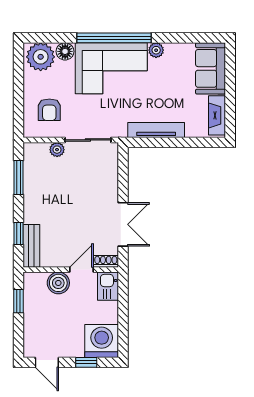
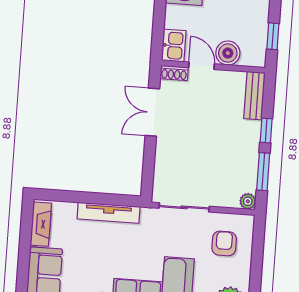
plant: (57, 150) -> (248, 201), moved
window: (18, 234) -> (266, 131), moved
door: (81, 270) -> (202, 66), swing flipped

